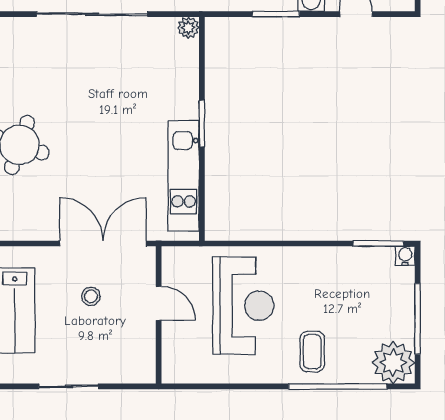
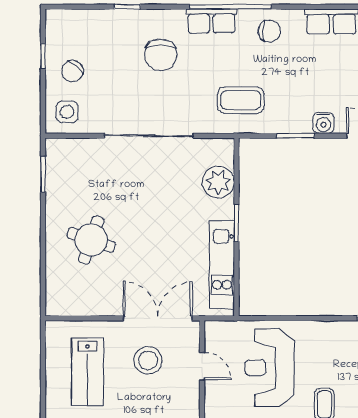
plant: (188, 28) -> (218, 182), moved, width x1.88, depth x1.88
stool: (91, 296) -> (148, 360), width x1.89, depth x1.89
reception desk: (243, 306) -> (269, 368), turned 180

